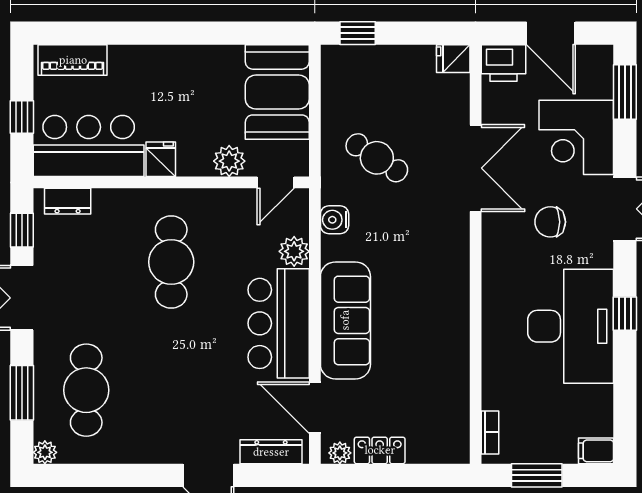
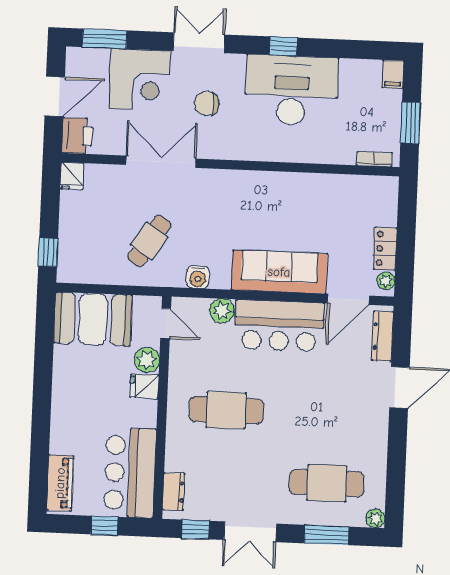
fridge: (161, 159) -> (144, 386), moved
chair: (550, 222) -> (207, 103), turned 90

